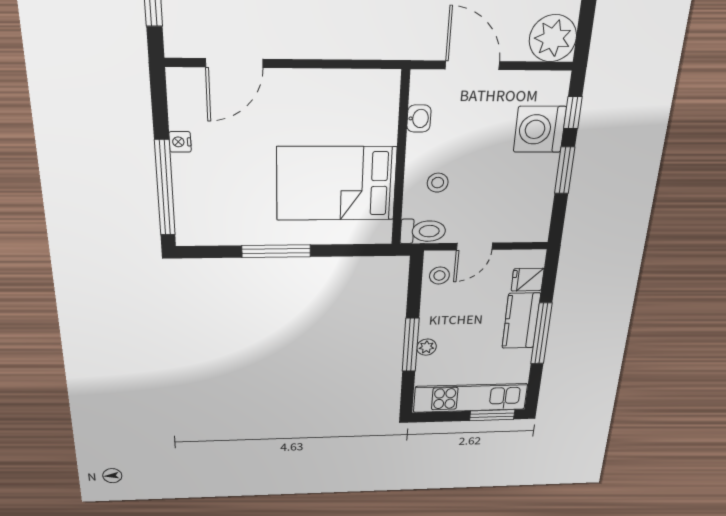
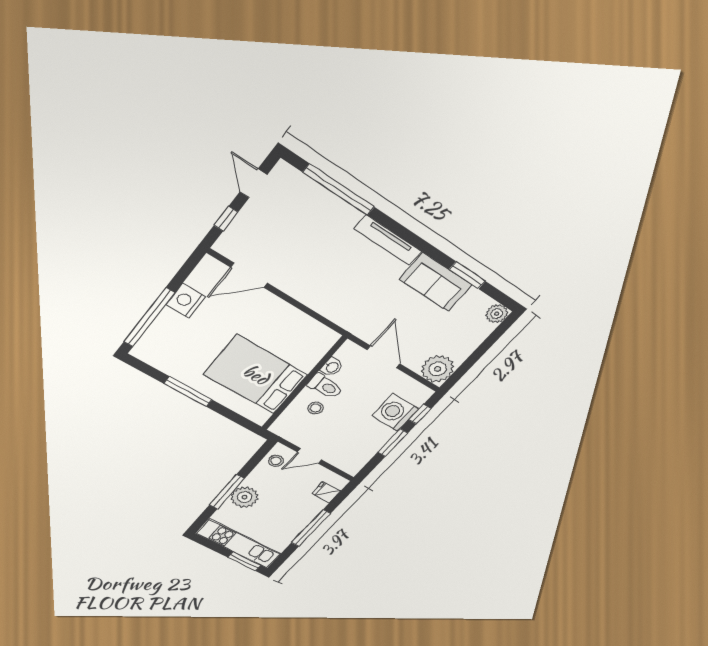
nightstand: (180, 142) -> (186, 301), width x1.89, depth x1.79
toilet: (423, 231) -> (325, 386), moved
kitchen counter: (521, 321) -> (305, 514), removed
plant: (427, 347) -> (244, 497), width x1.88, depth x1.88

